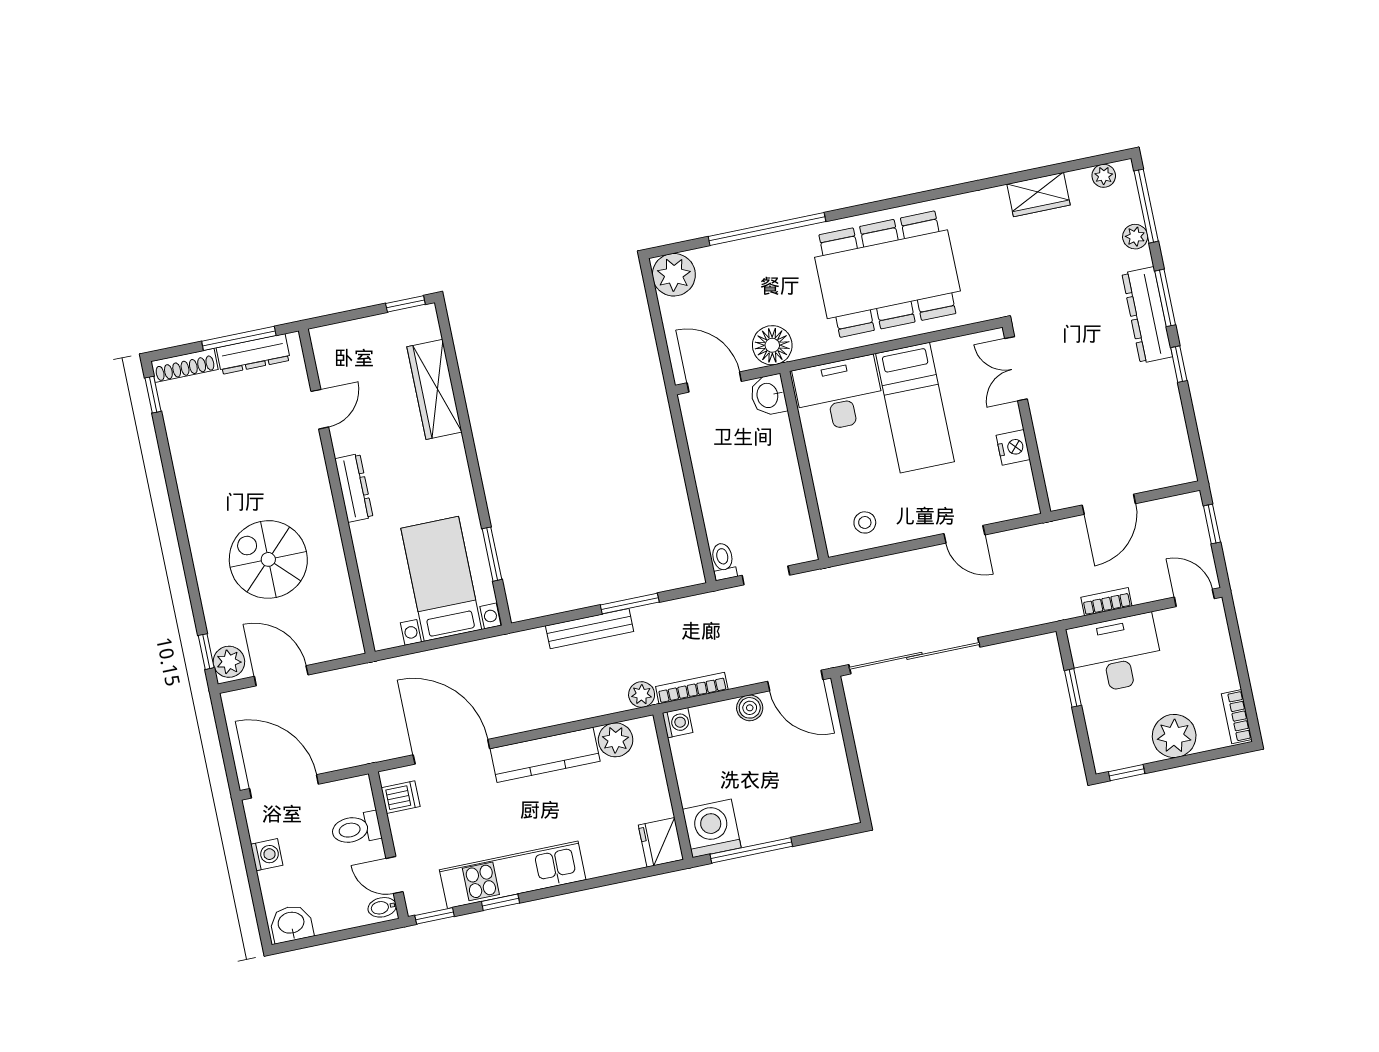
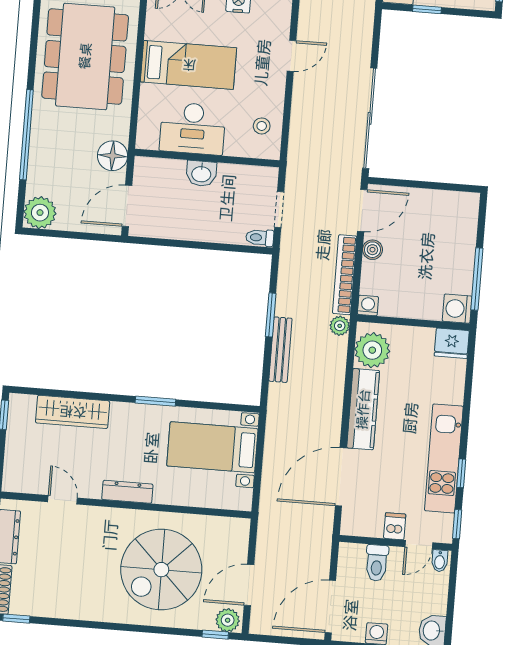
desk: (839, 394) -> (193, 128), moved, turned -90
washbasin: (768, 395) -> (201, 174), moved
window: (492, 554) -> (155, 401), moved
spiral stairs: (268, 559) -> (161, 570), width x1.37, depth x1.37
bookcase: (692, 688) -> (345, 275), width x1.48, depth x1.31
plant: (616, 740) -> (372, 350), width x1.36, depth x1.36
dishwasher: (401, 797) -> (395, 526), moved
washing machine: (712, 828) -> (457, 309), width x0.73, depth x0.73

